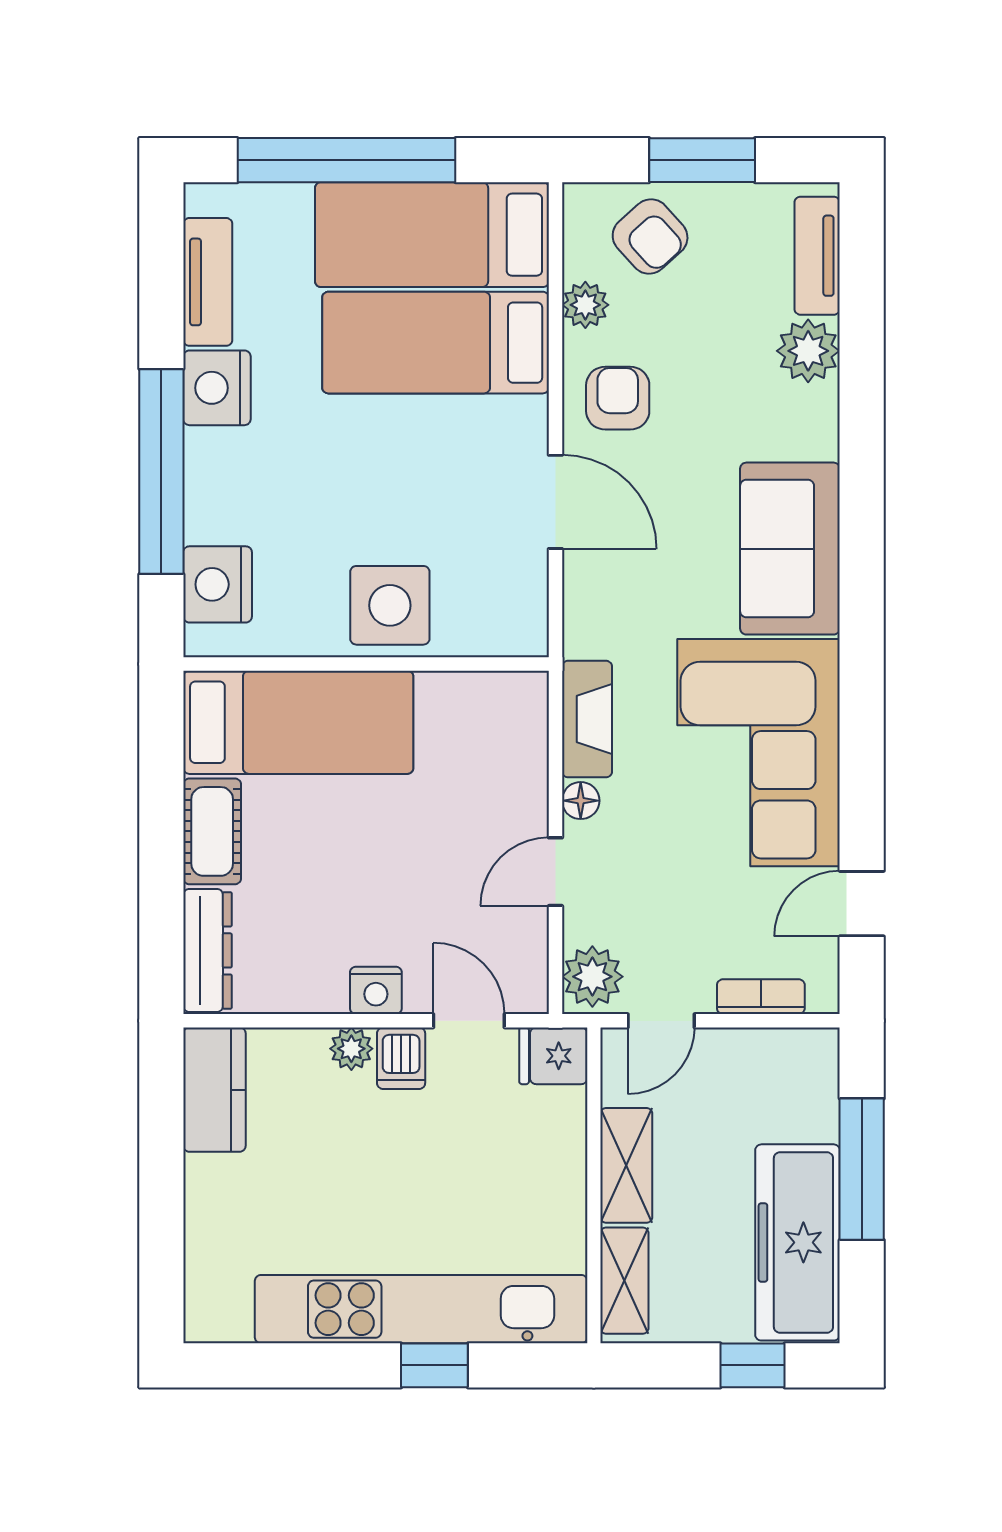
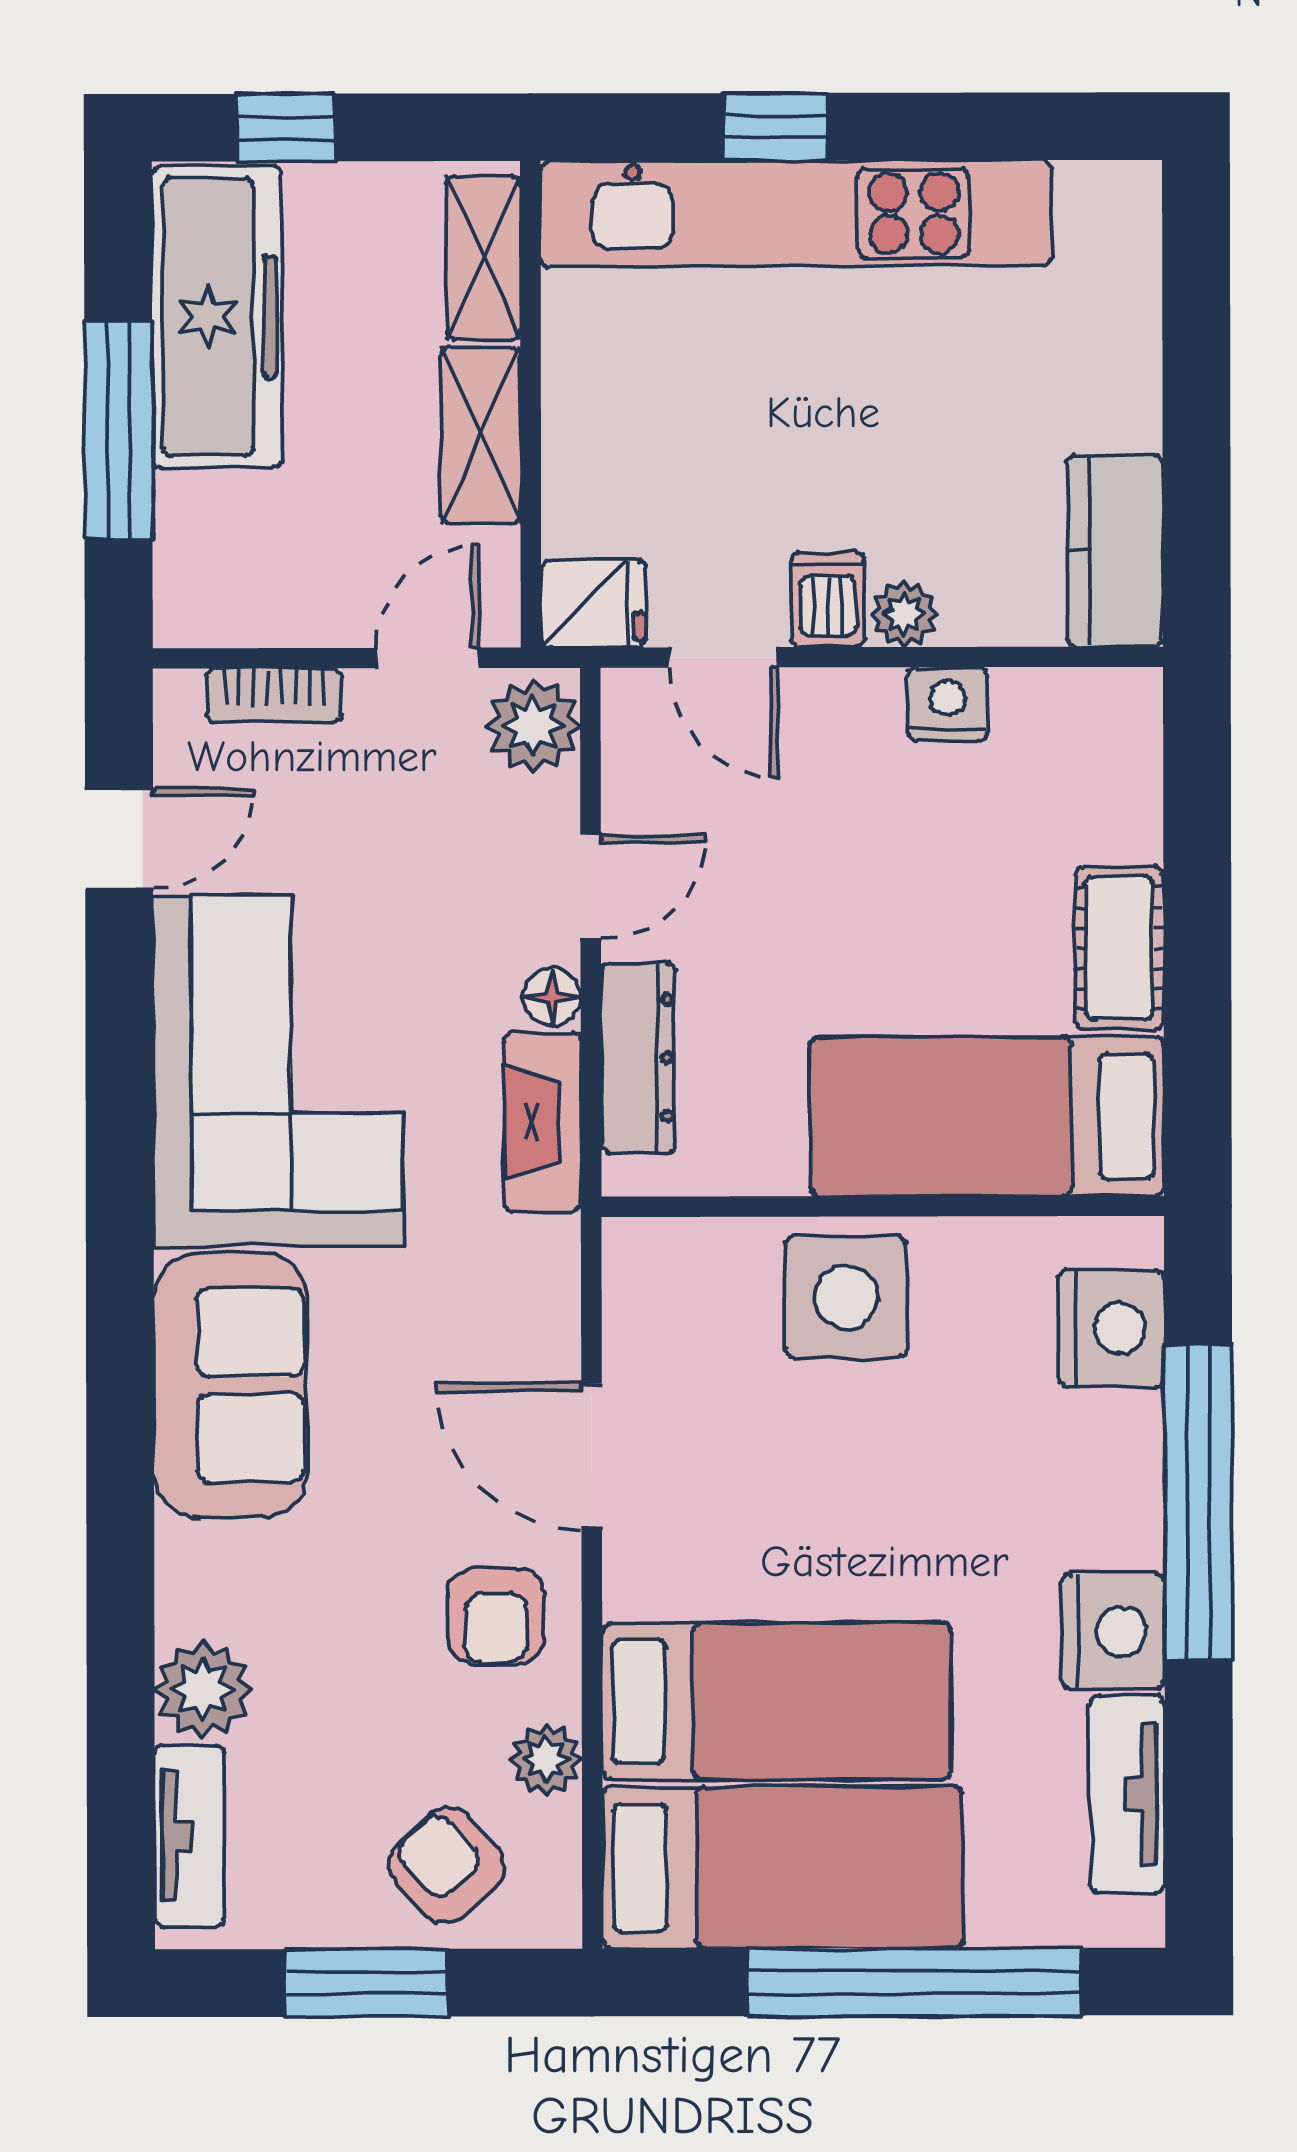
dresser: (207, 950) -> (638, 1058), moved, turned 180
nightstand: (376, 990) -> (948, 704), moved

